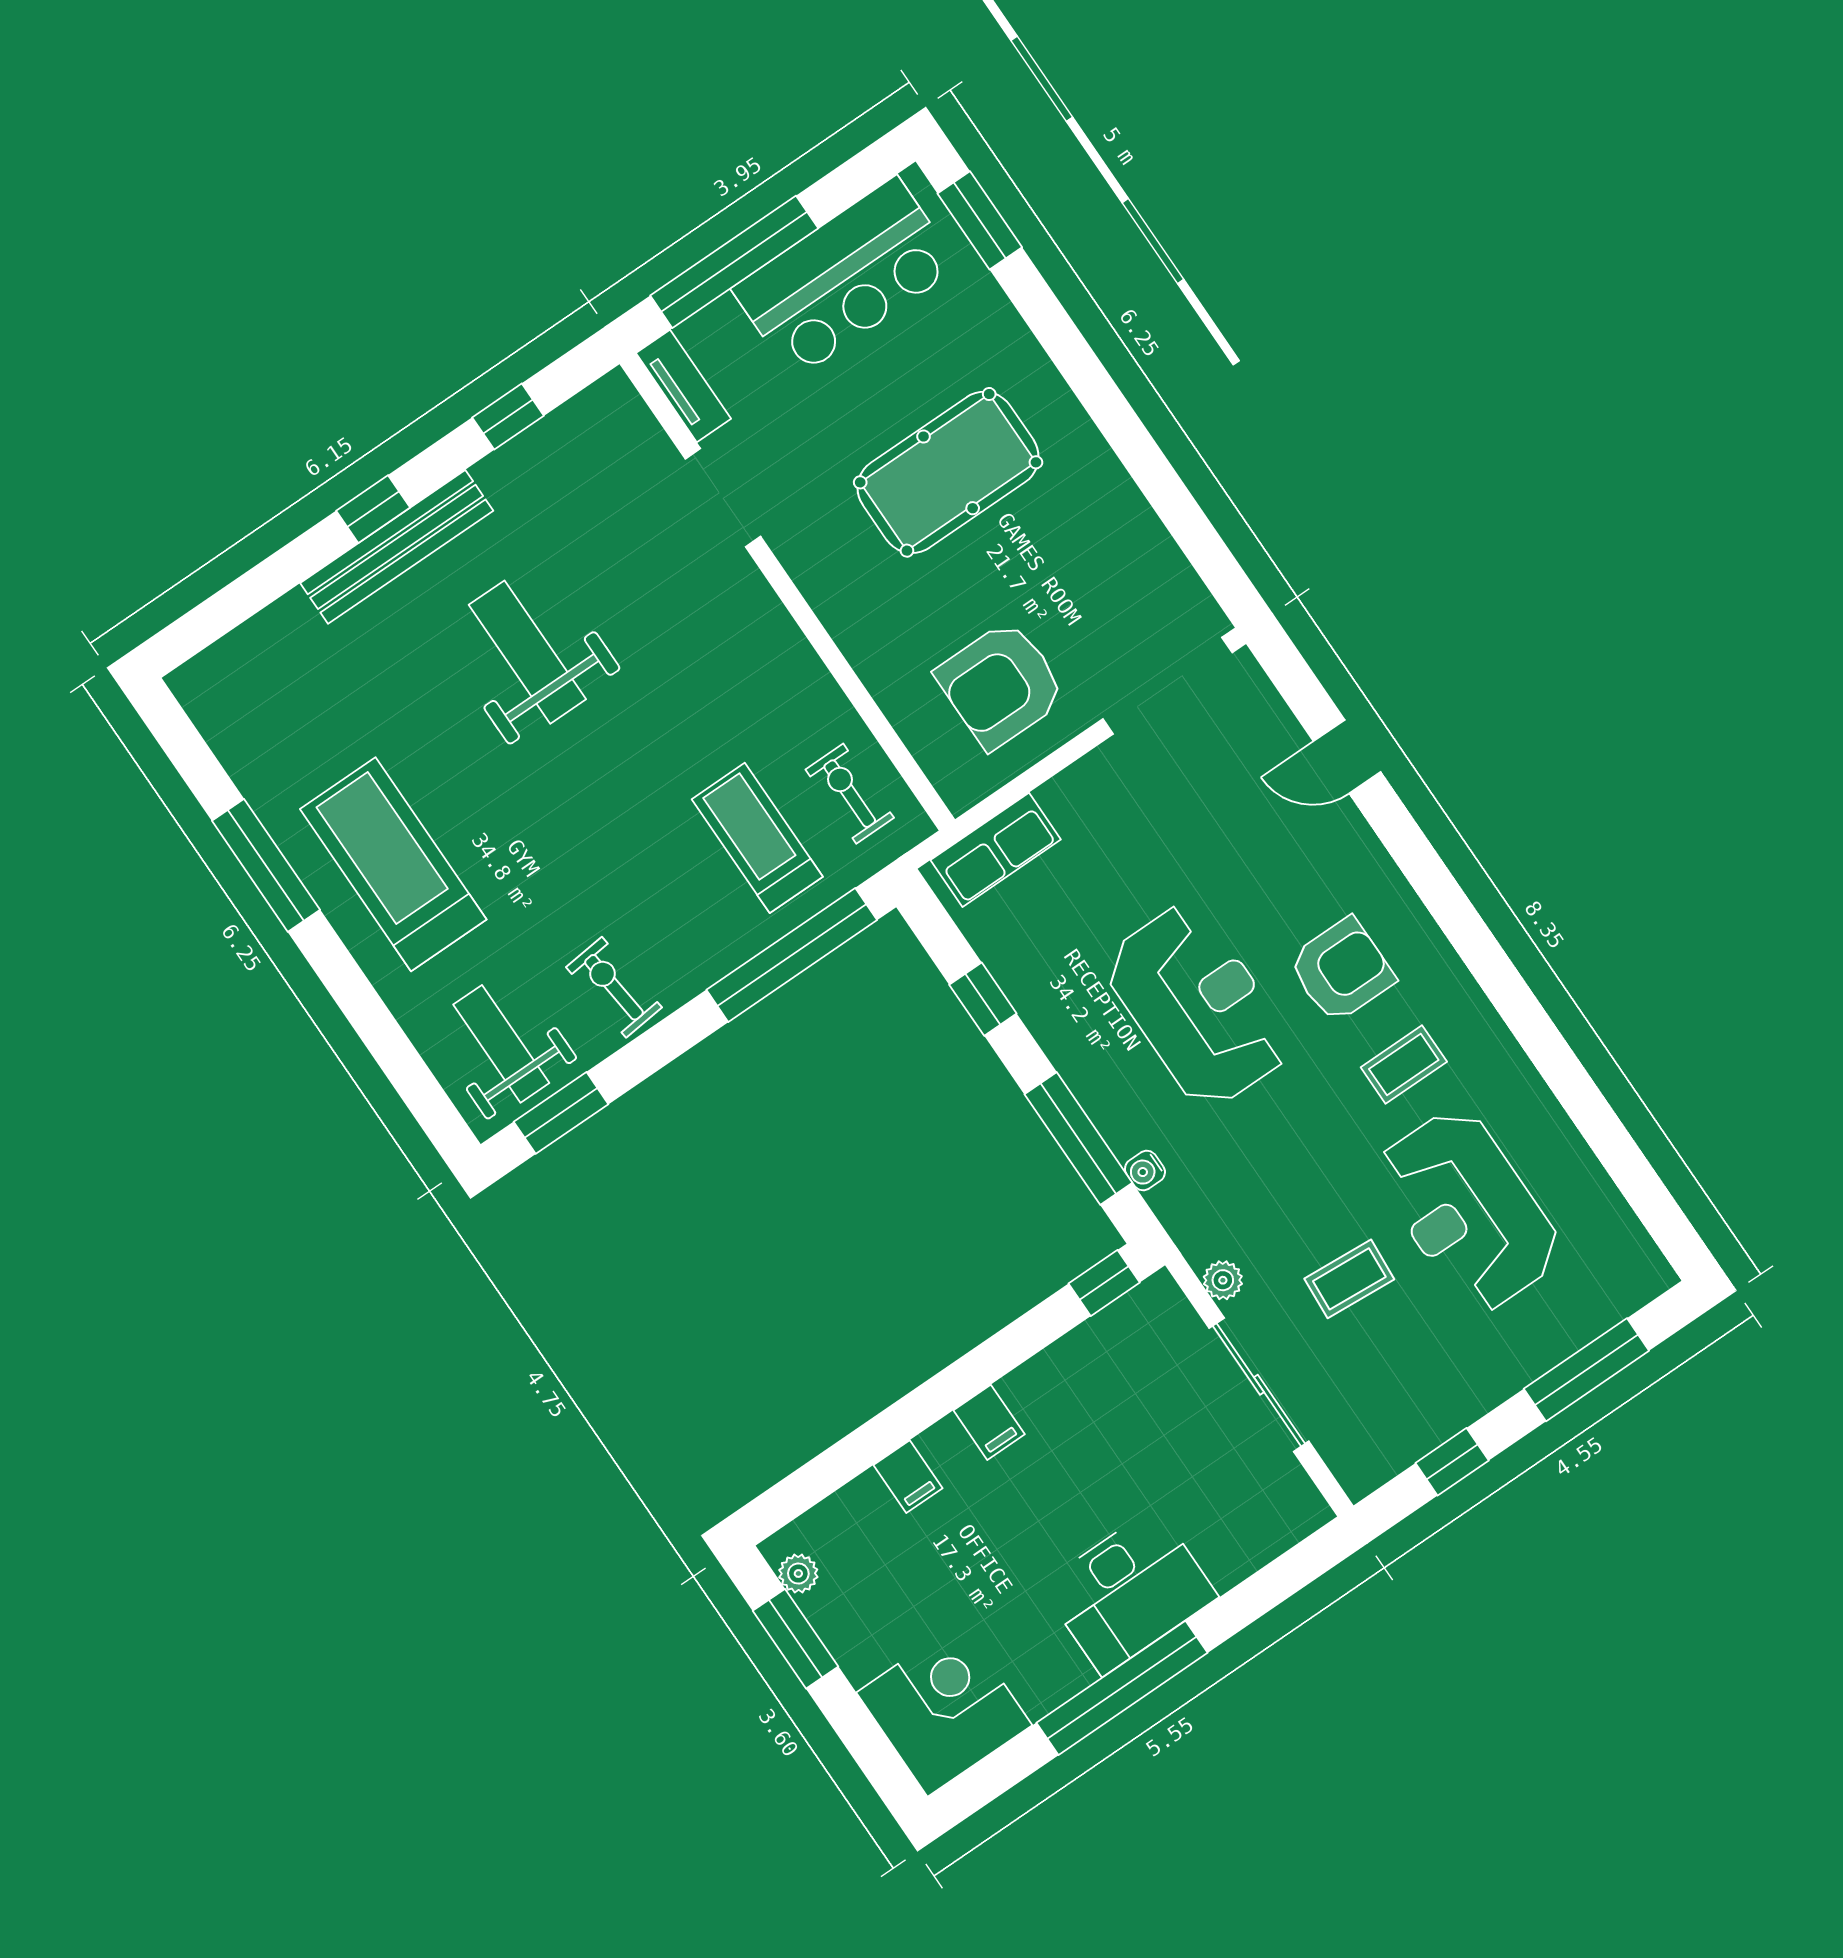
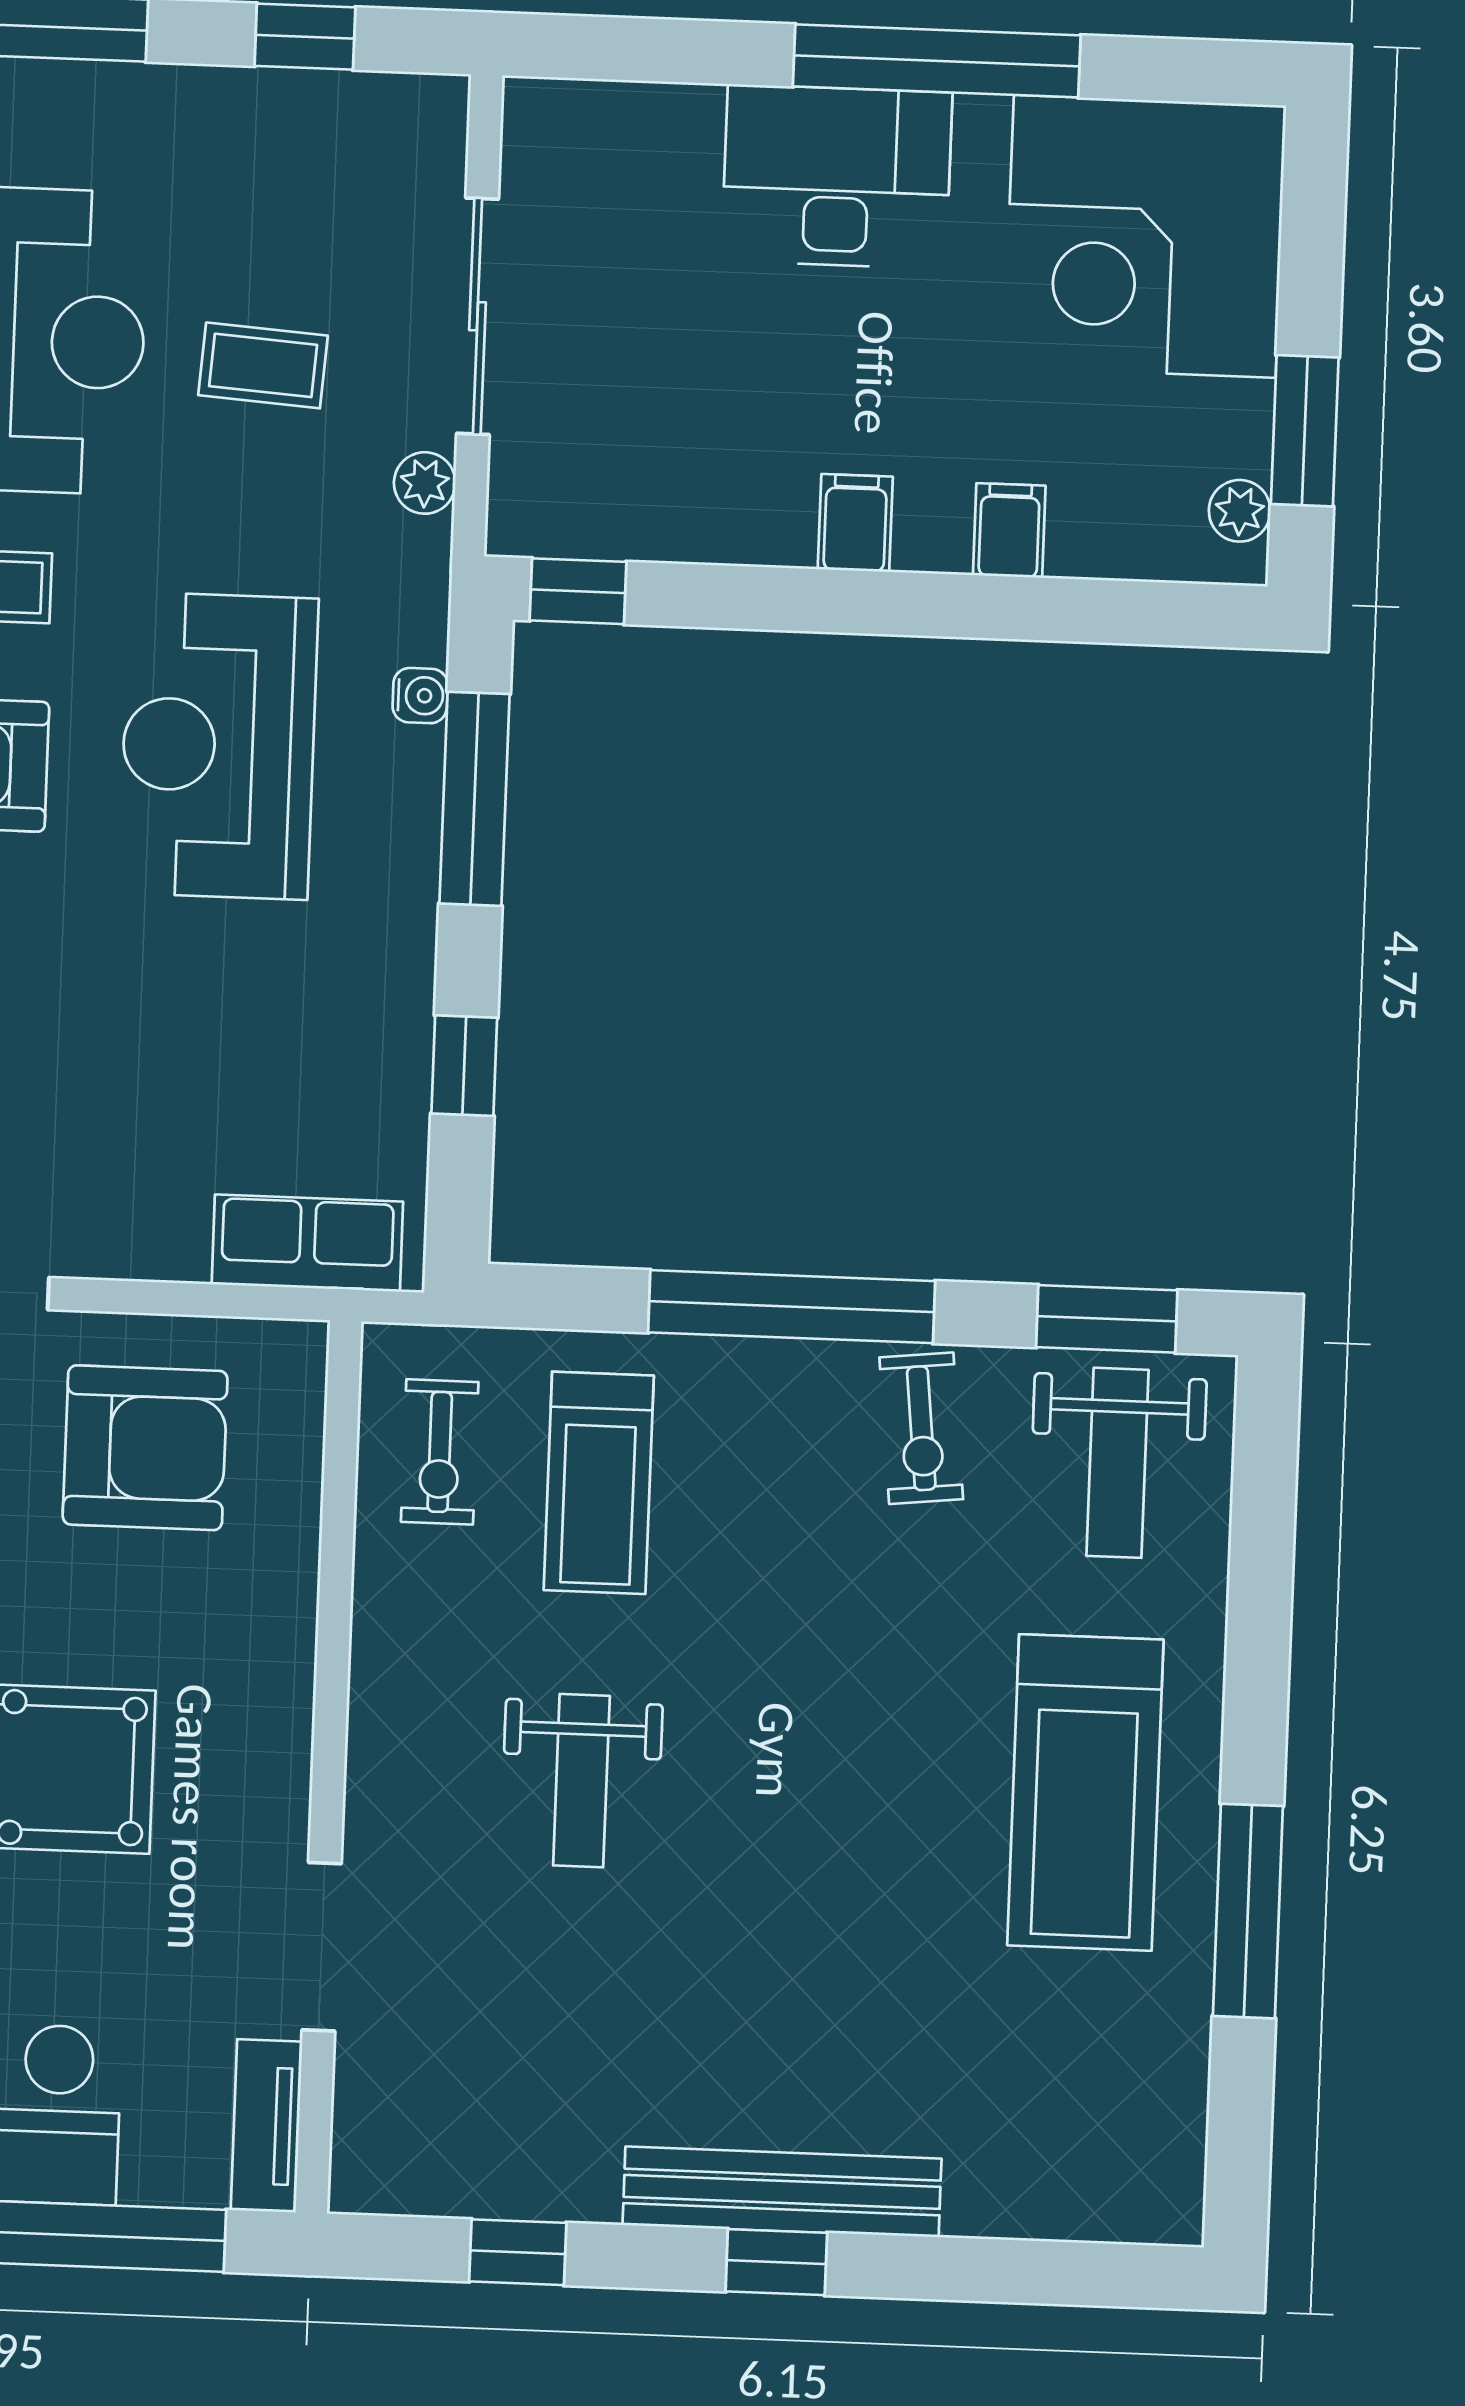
weight bench: (527, 652) -> (581, 1781), moved, width x0.73, depth x0.75
window: (792, 955) -> (792, 1307), moved
reception desk: (1198, 1006) -> (218, 746), moved
corner desk: (944, 1709) -> (1145, 236), width x1.36, depth x1.36

